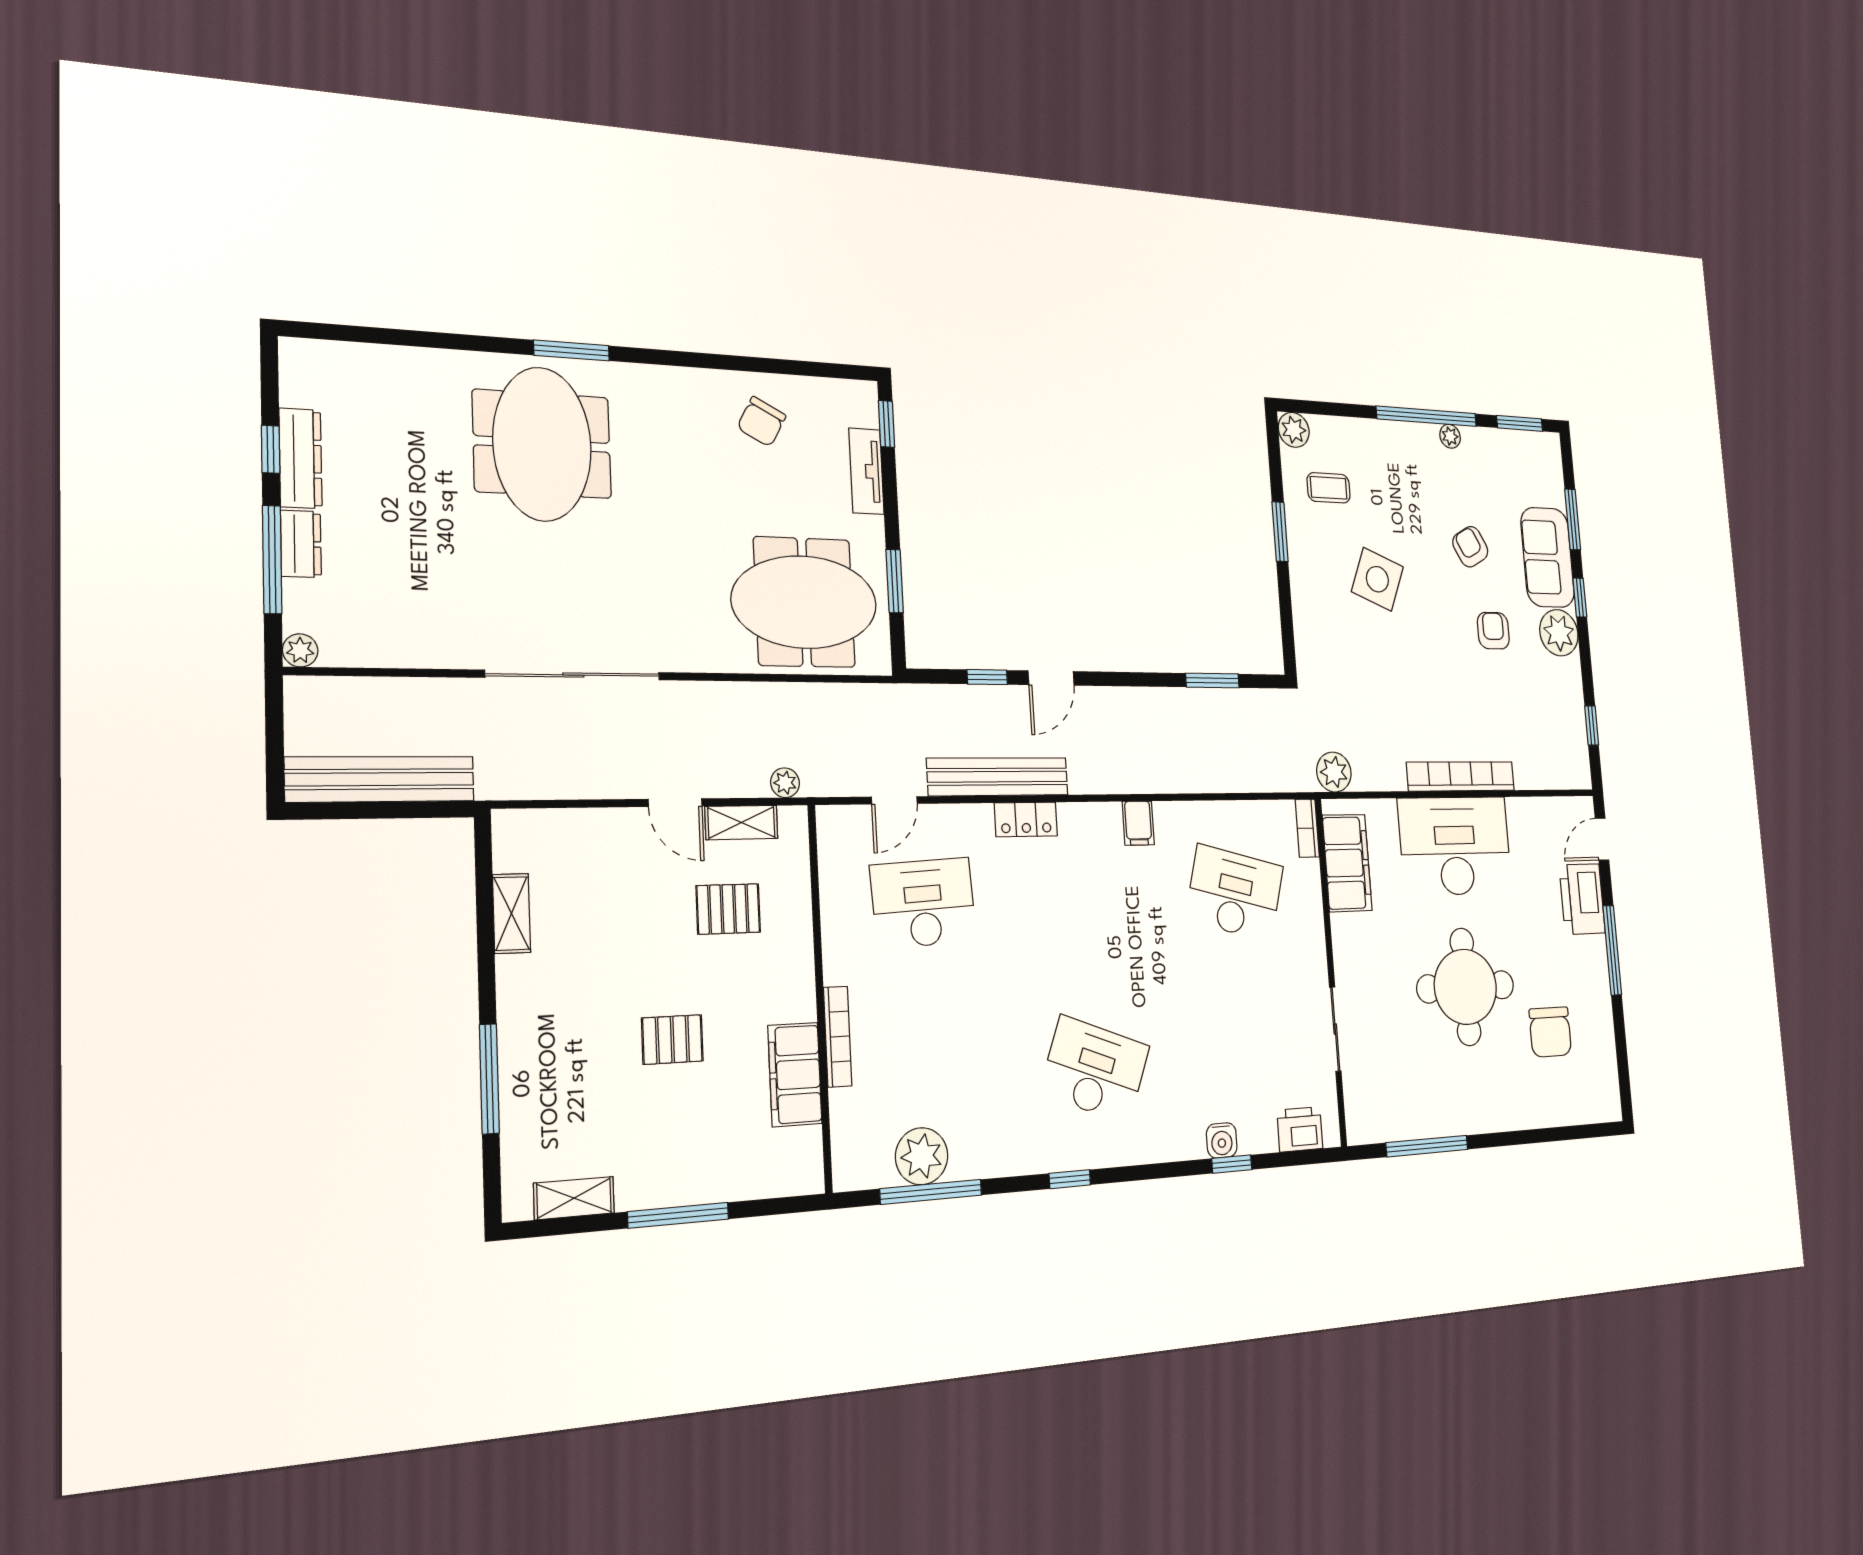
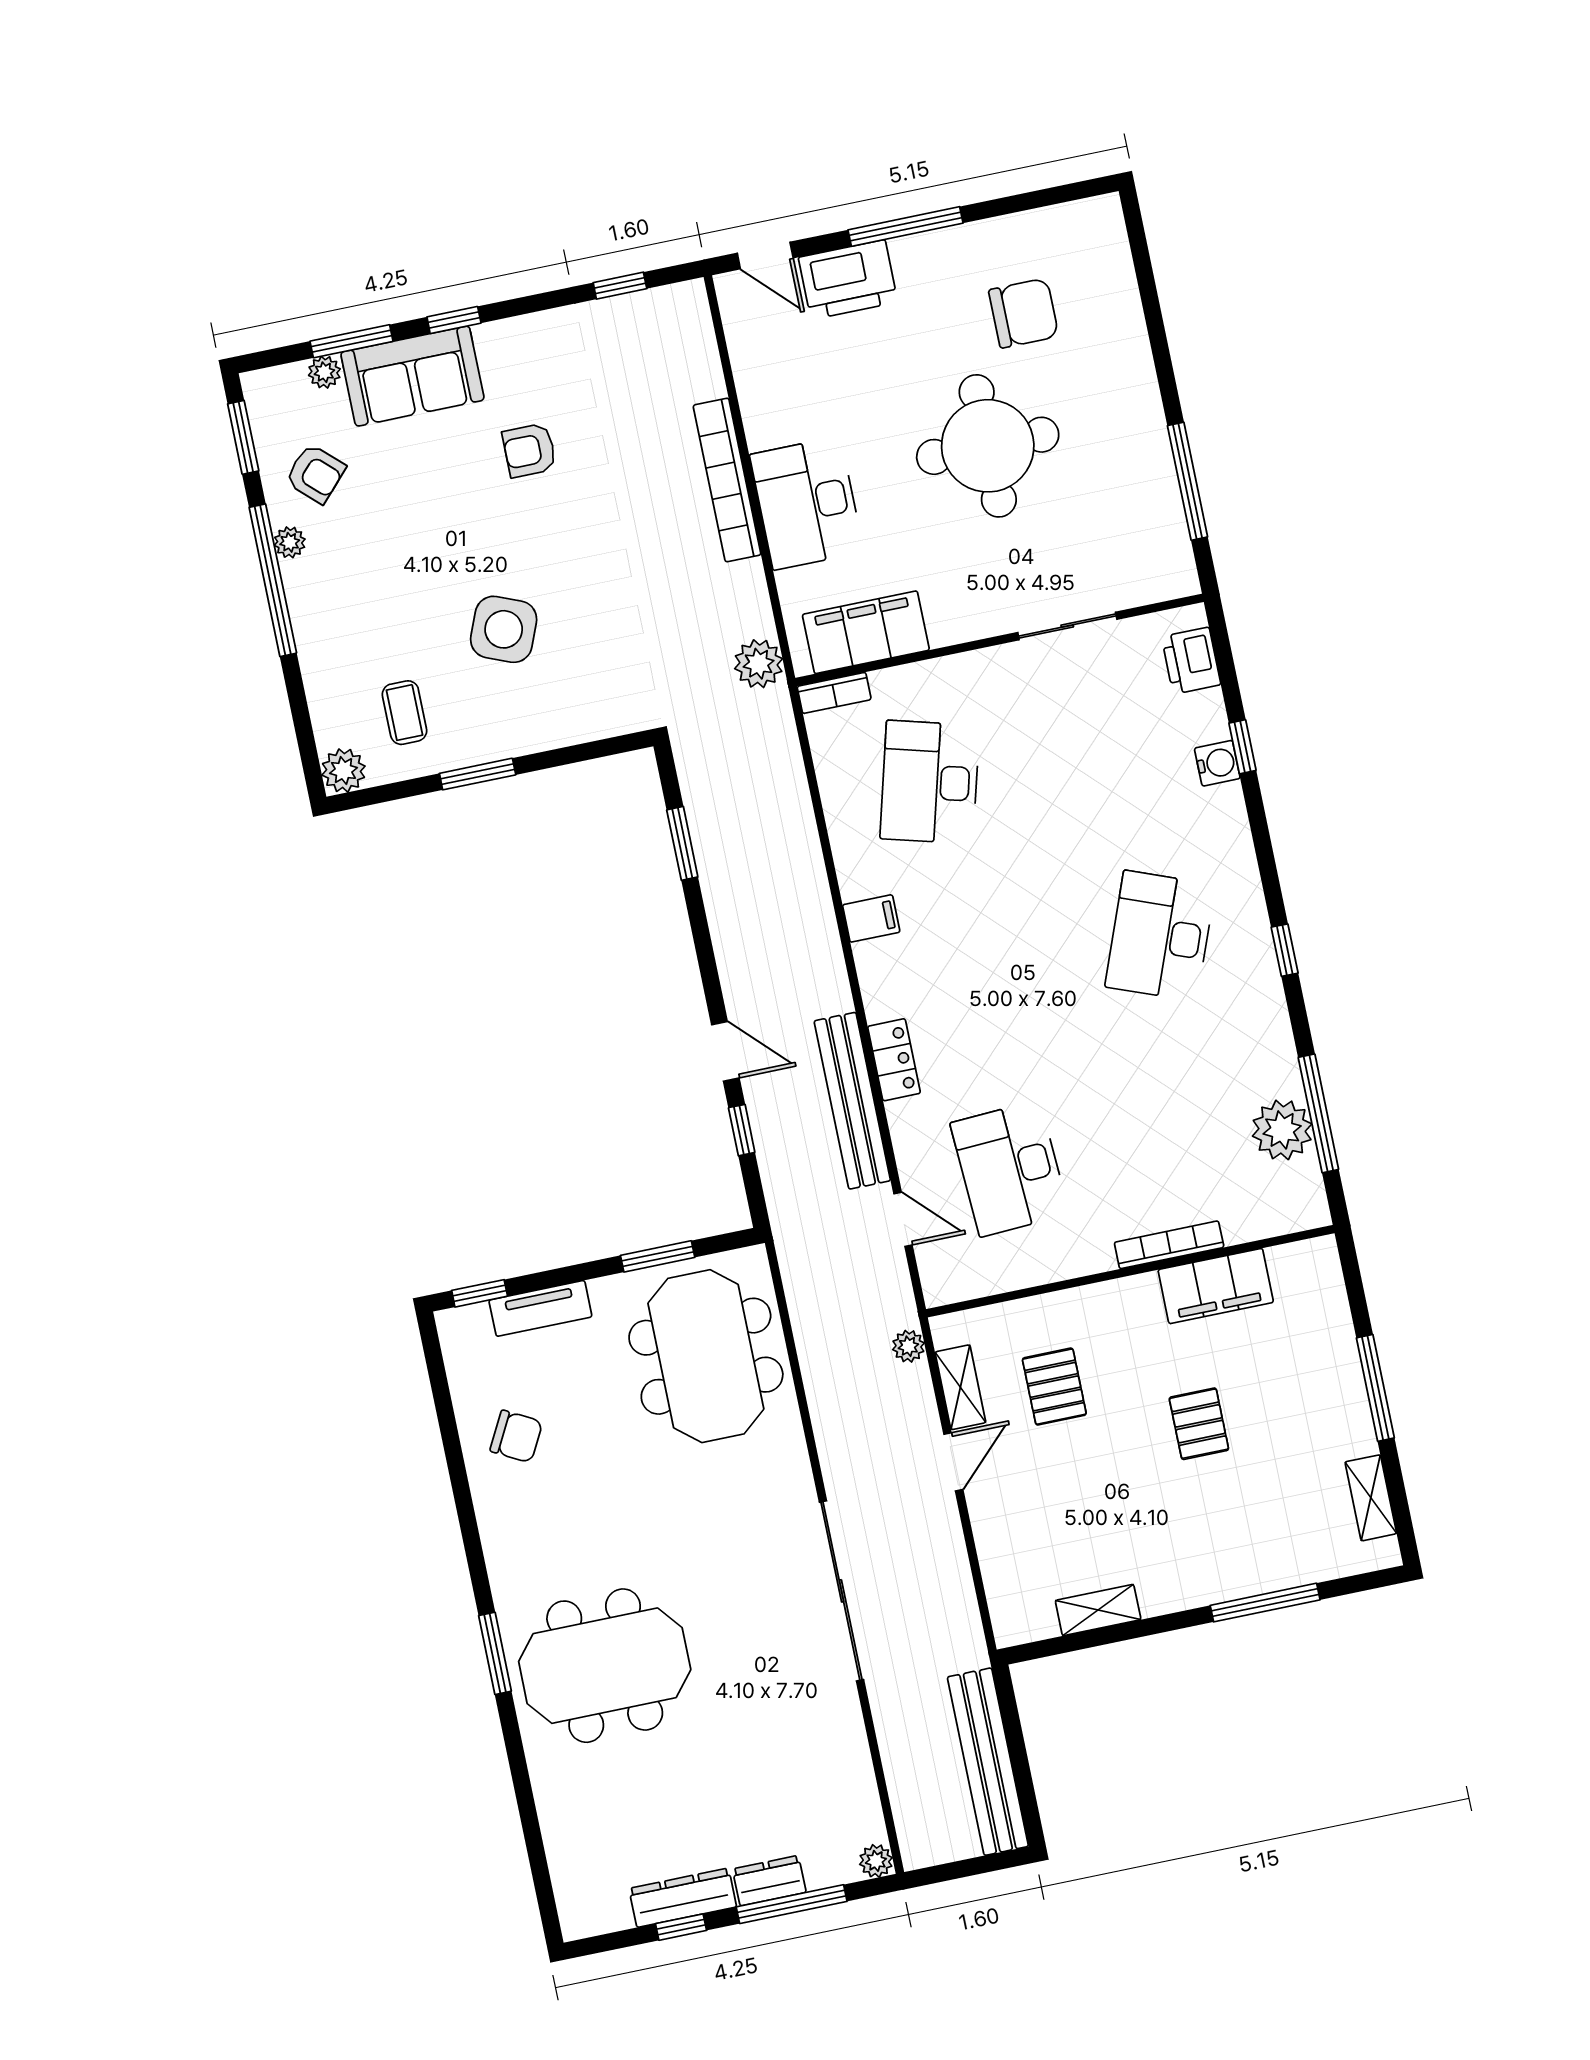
armchair: (1470, 547) -> (315, 474), moved, turned -108
plant: (1559, 633) -> (324, 372), moved, width x0.53, depth x0.53
desk: (1455, 846) -> (807, 503), width x0.73, depth x0.77

